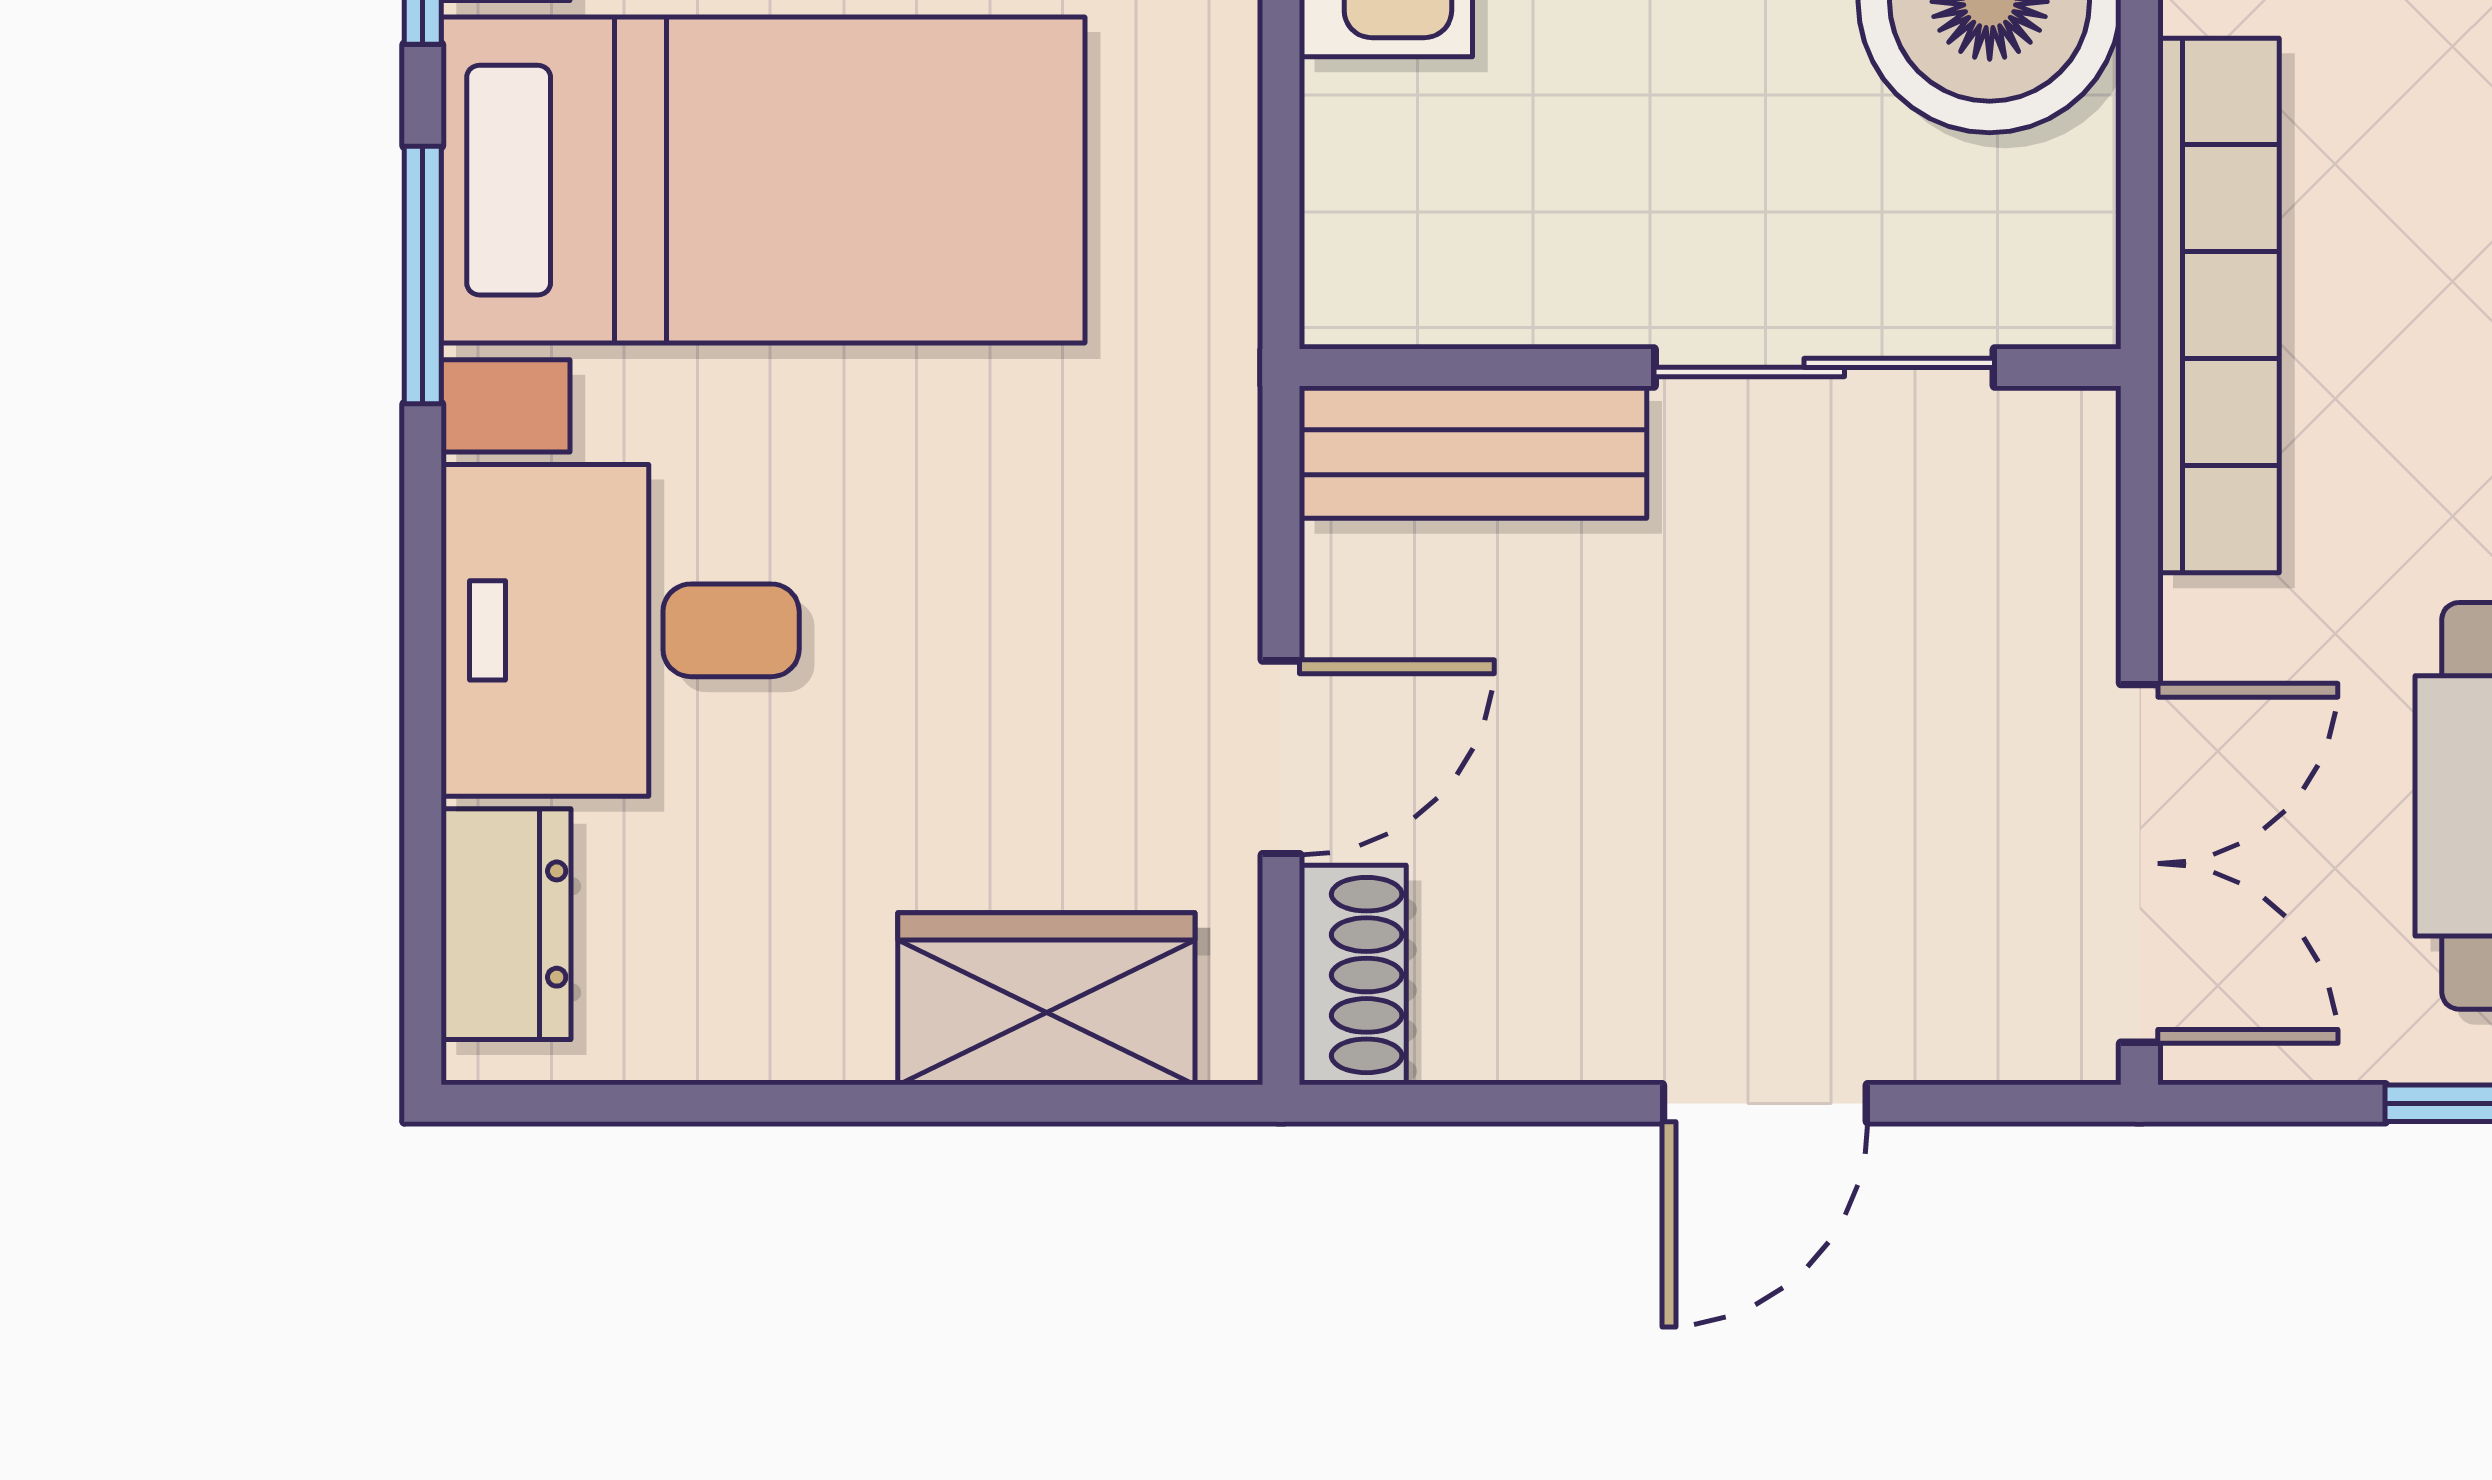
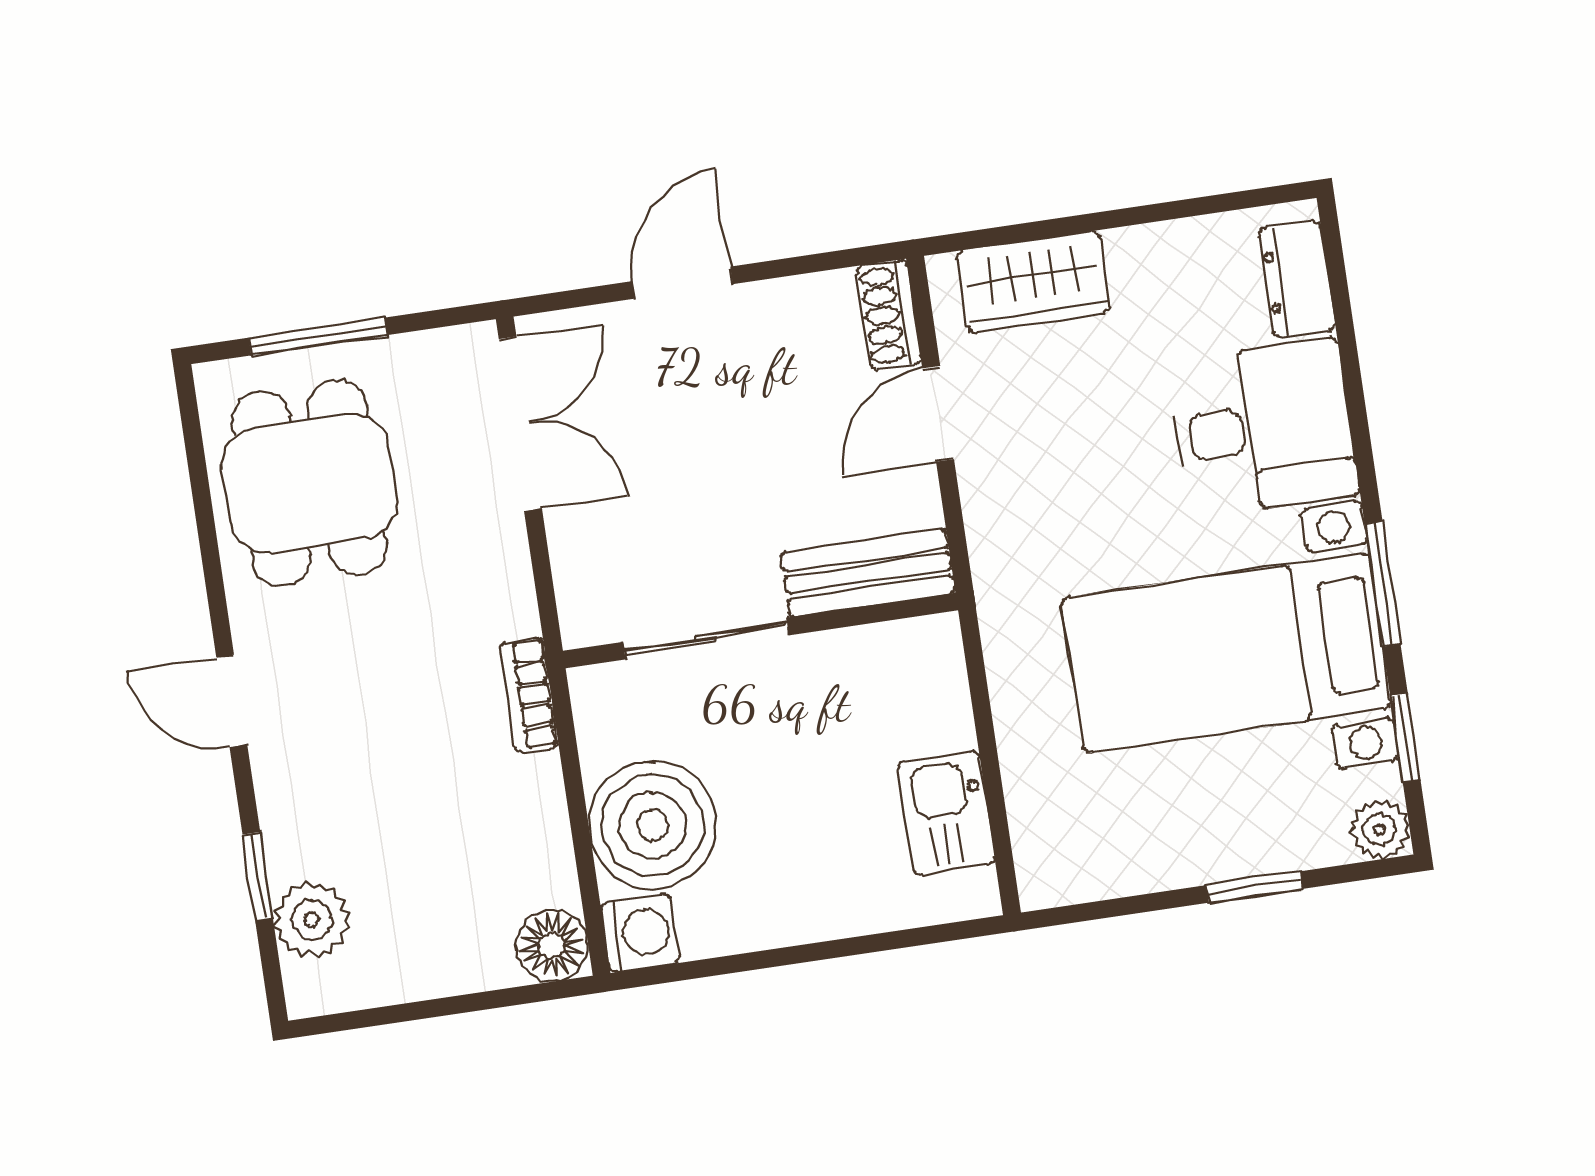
bookcase: (2218, 305) -> (529, 695), width x0.43, depth x0.76
double door: (2139, 863) -> (520, 424), swing flipped

